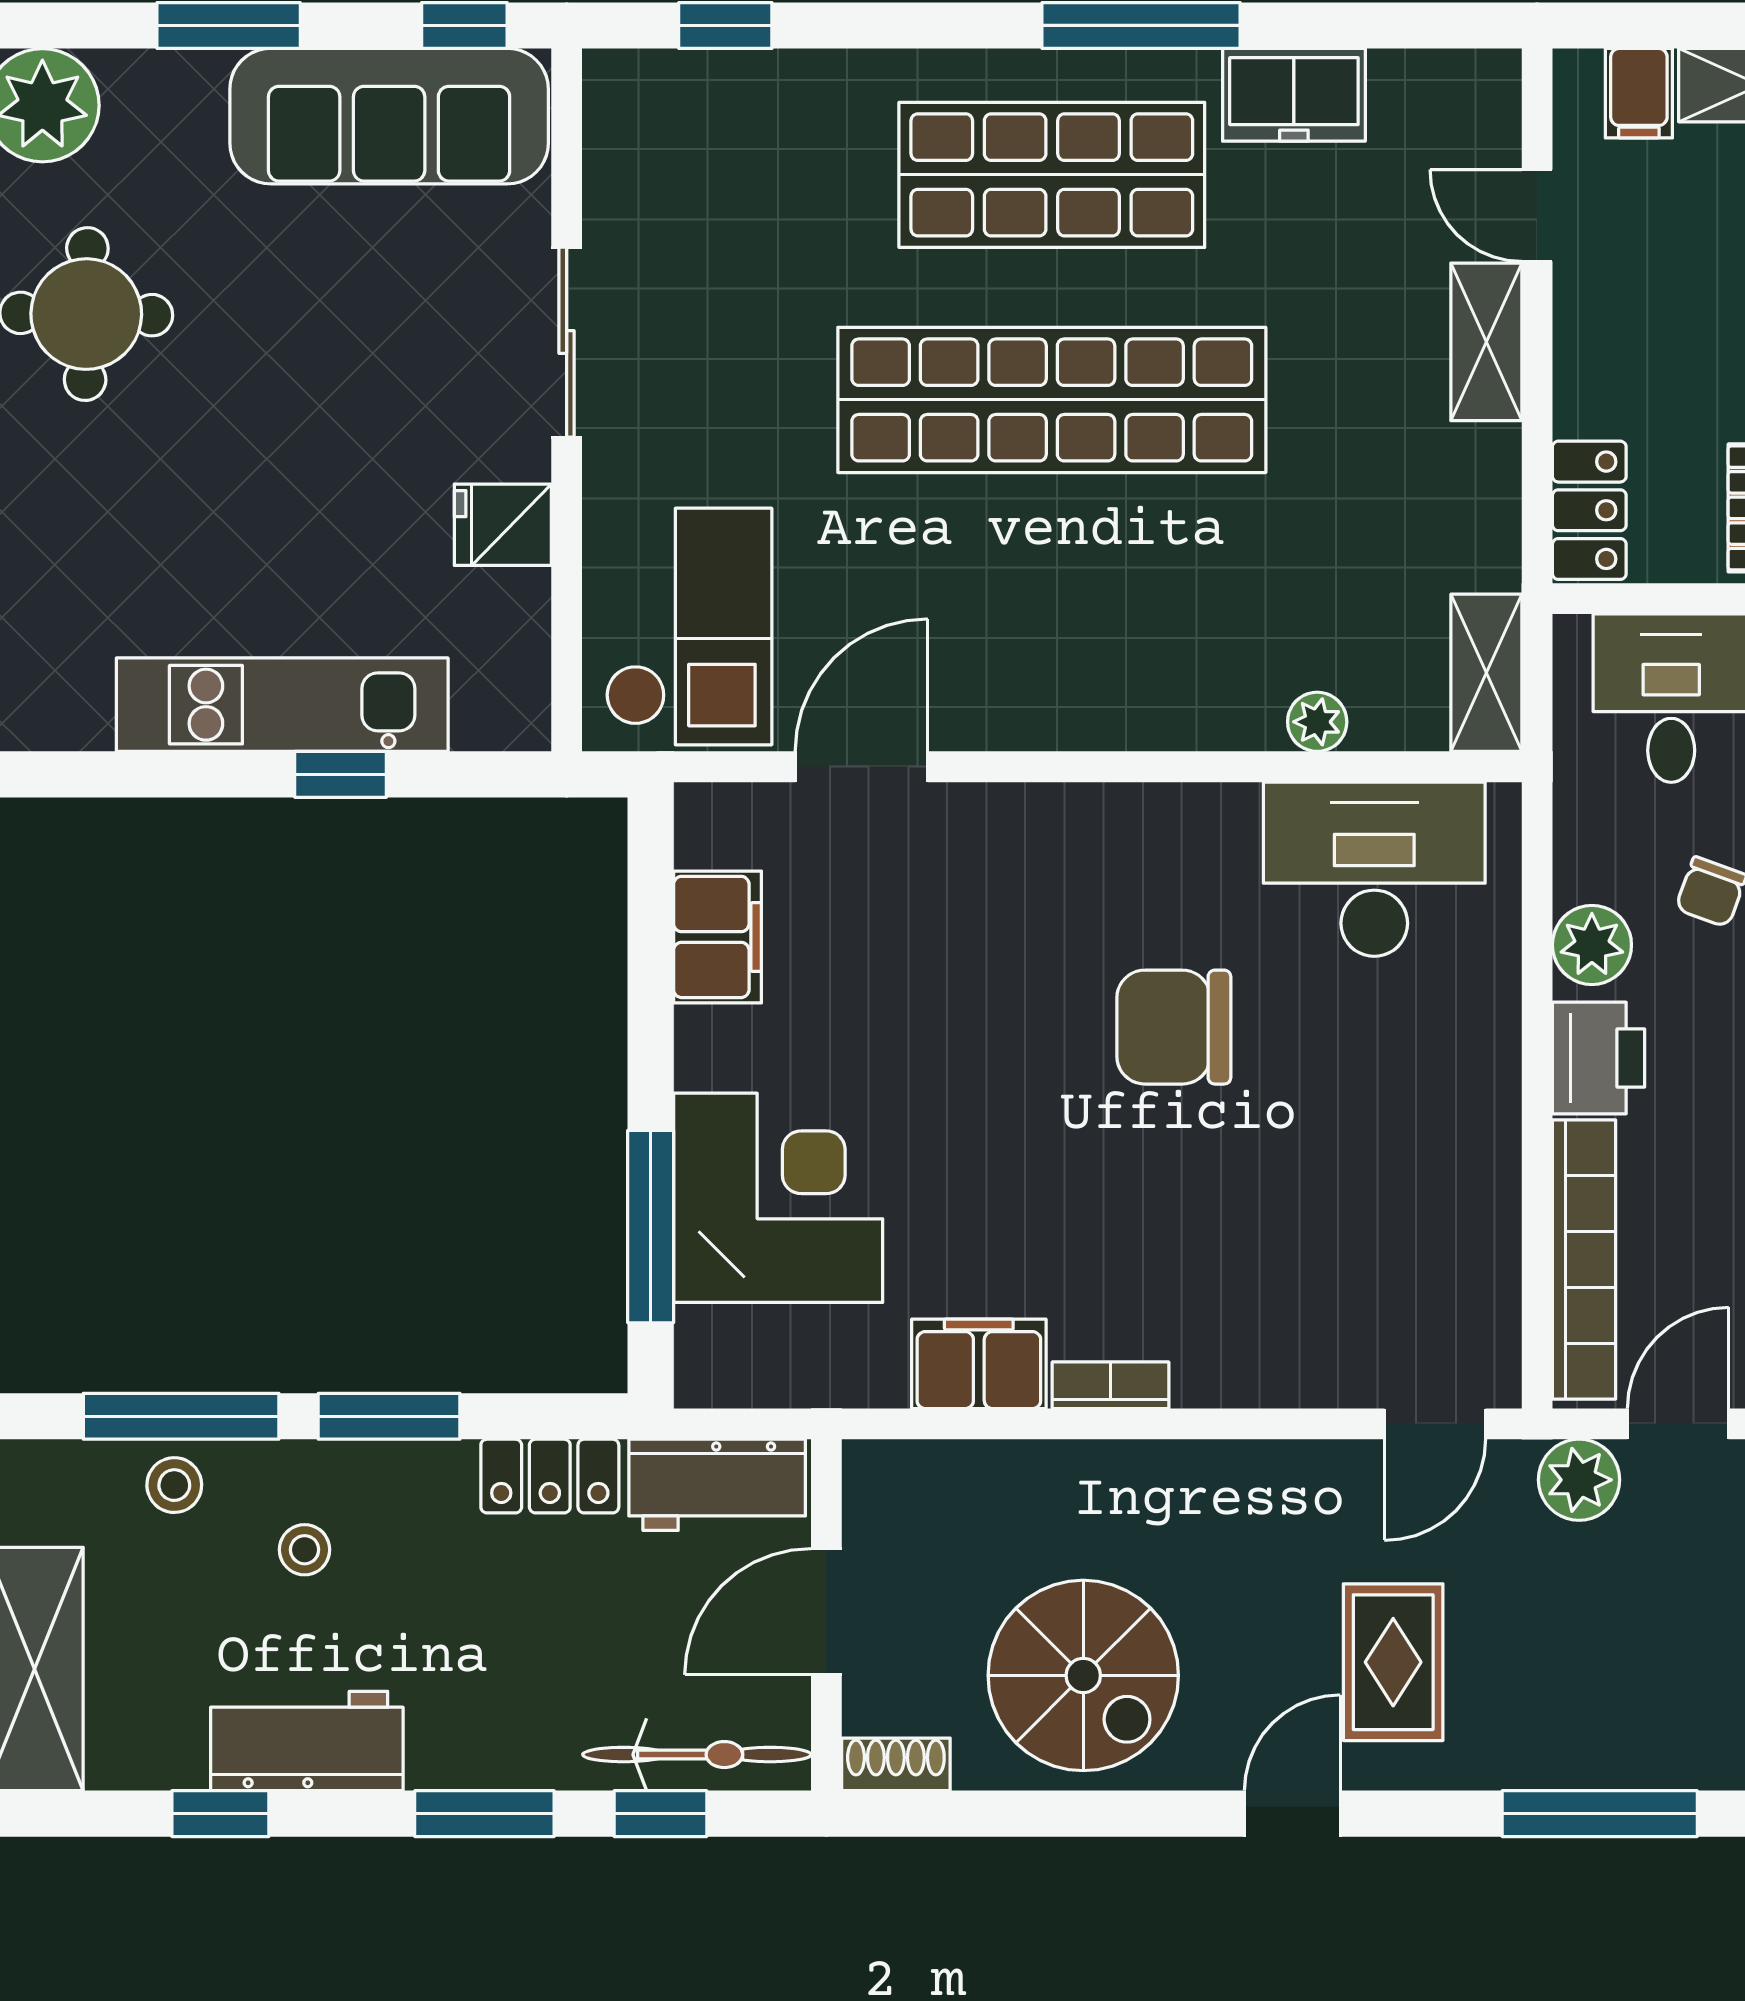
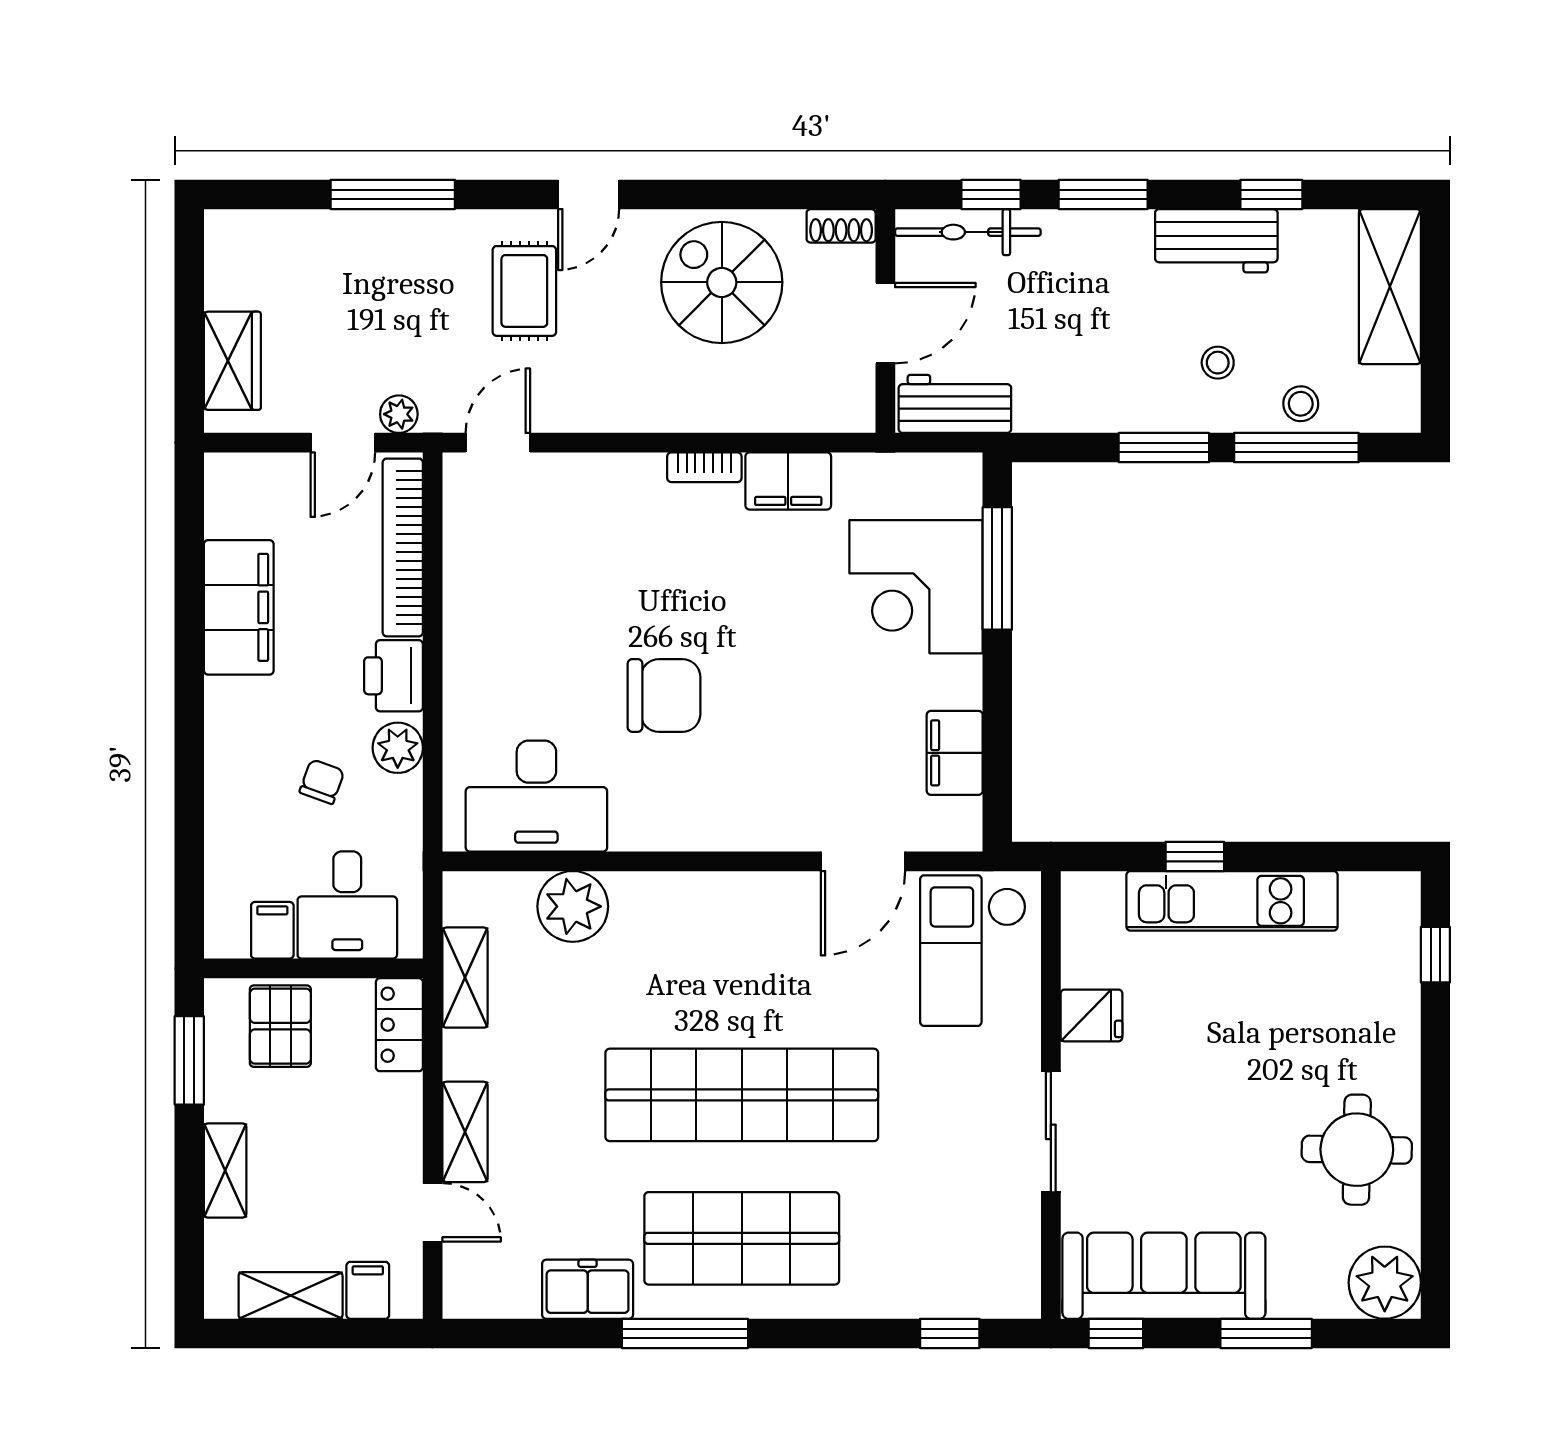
shelving: (1486, 673) -> (465, 978), moved
plant: (1317, 722) -> (573, 906), width x1.88, depth x1.88
locker: (550, 1476) -> (1062, 410), removed
plant: (1579, 1480) -> (399, 414), width x0.73, depth x0.73

